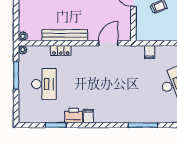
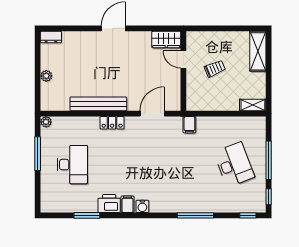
plant: (23, 36) -> (46, 76), moved
locker: (61, 50) -> (112, 123), moved
filing cabinet: (150, 52) -> (189, 125), moved
water cooler: (100, 118) -> (142, 206), added

